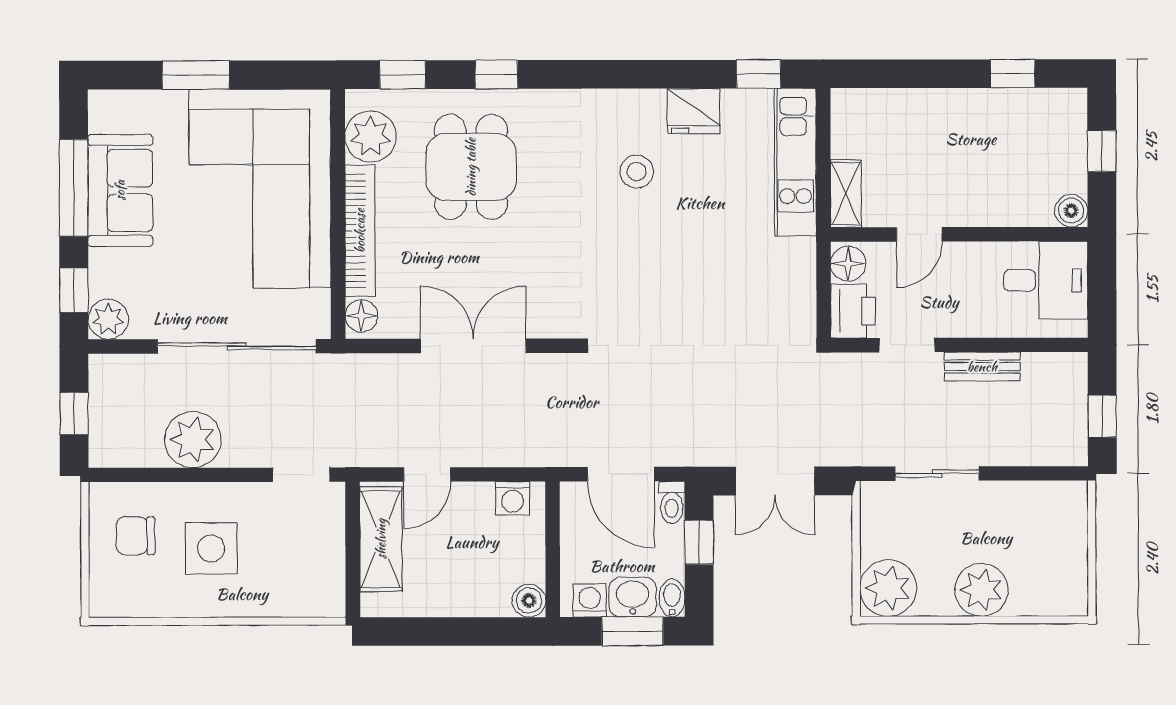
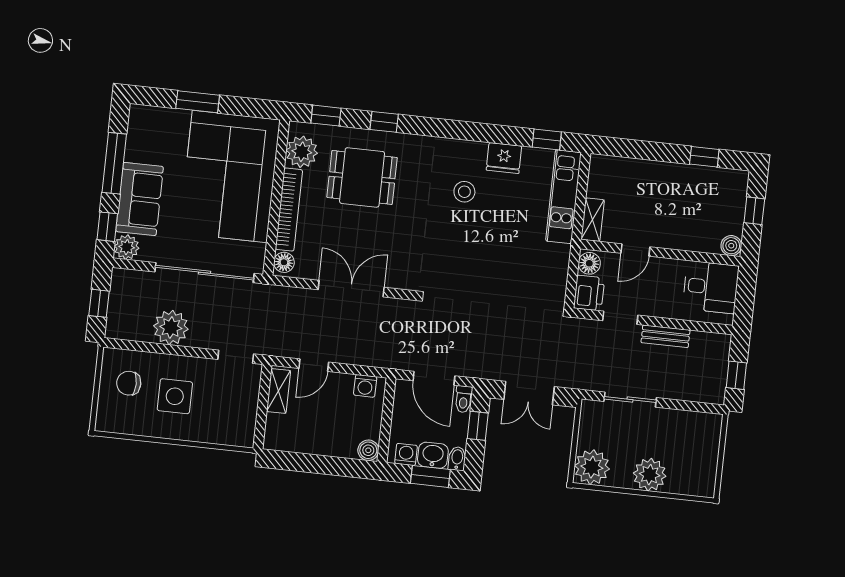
dining table: (471, 167) -> (362, 177), turned 90
sofa: (120, 190) -> (140, 199), moved
shelving: (381, 539) -> (279, 391), width x0.67, depth x0.75

